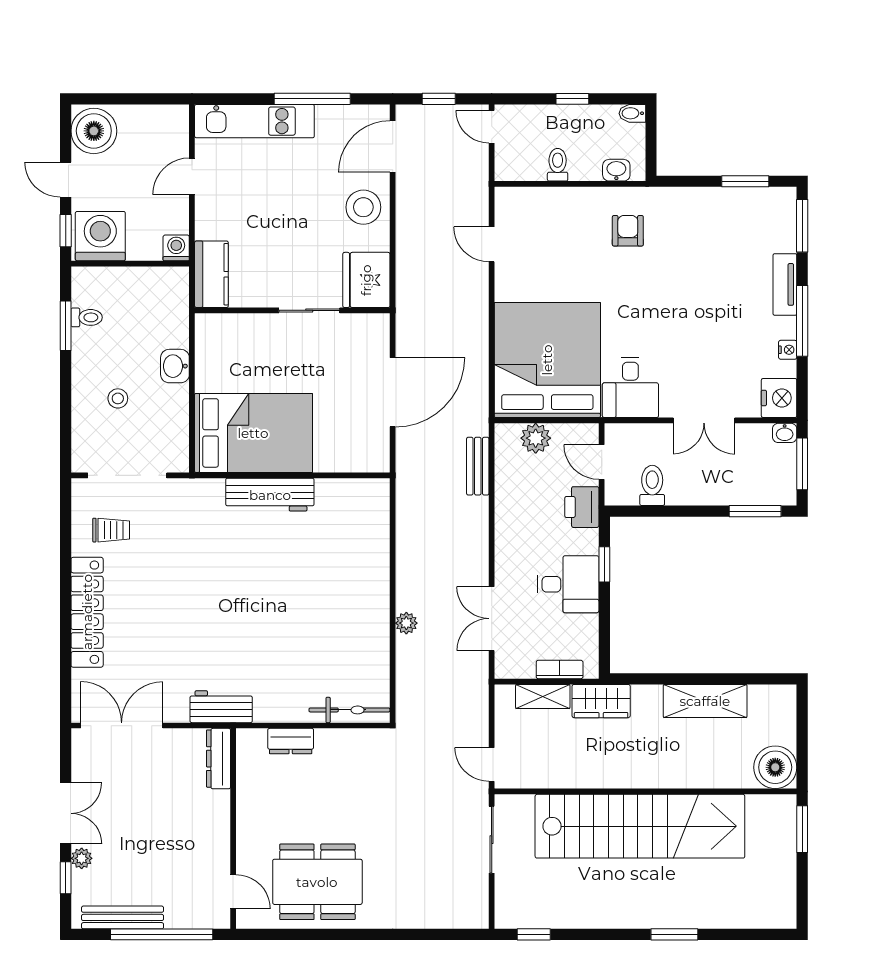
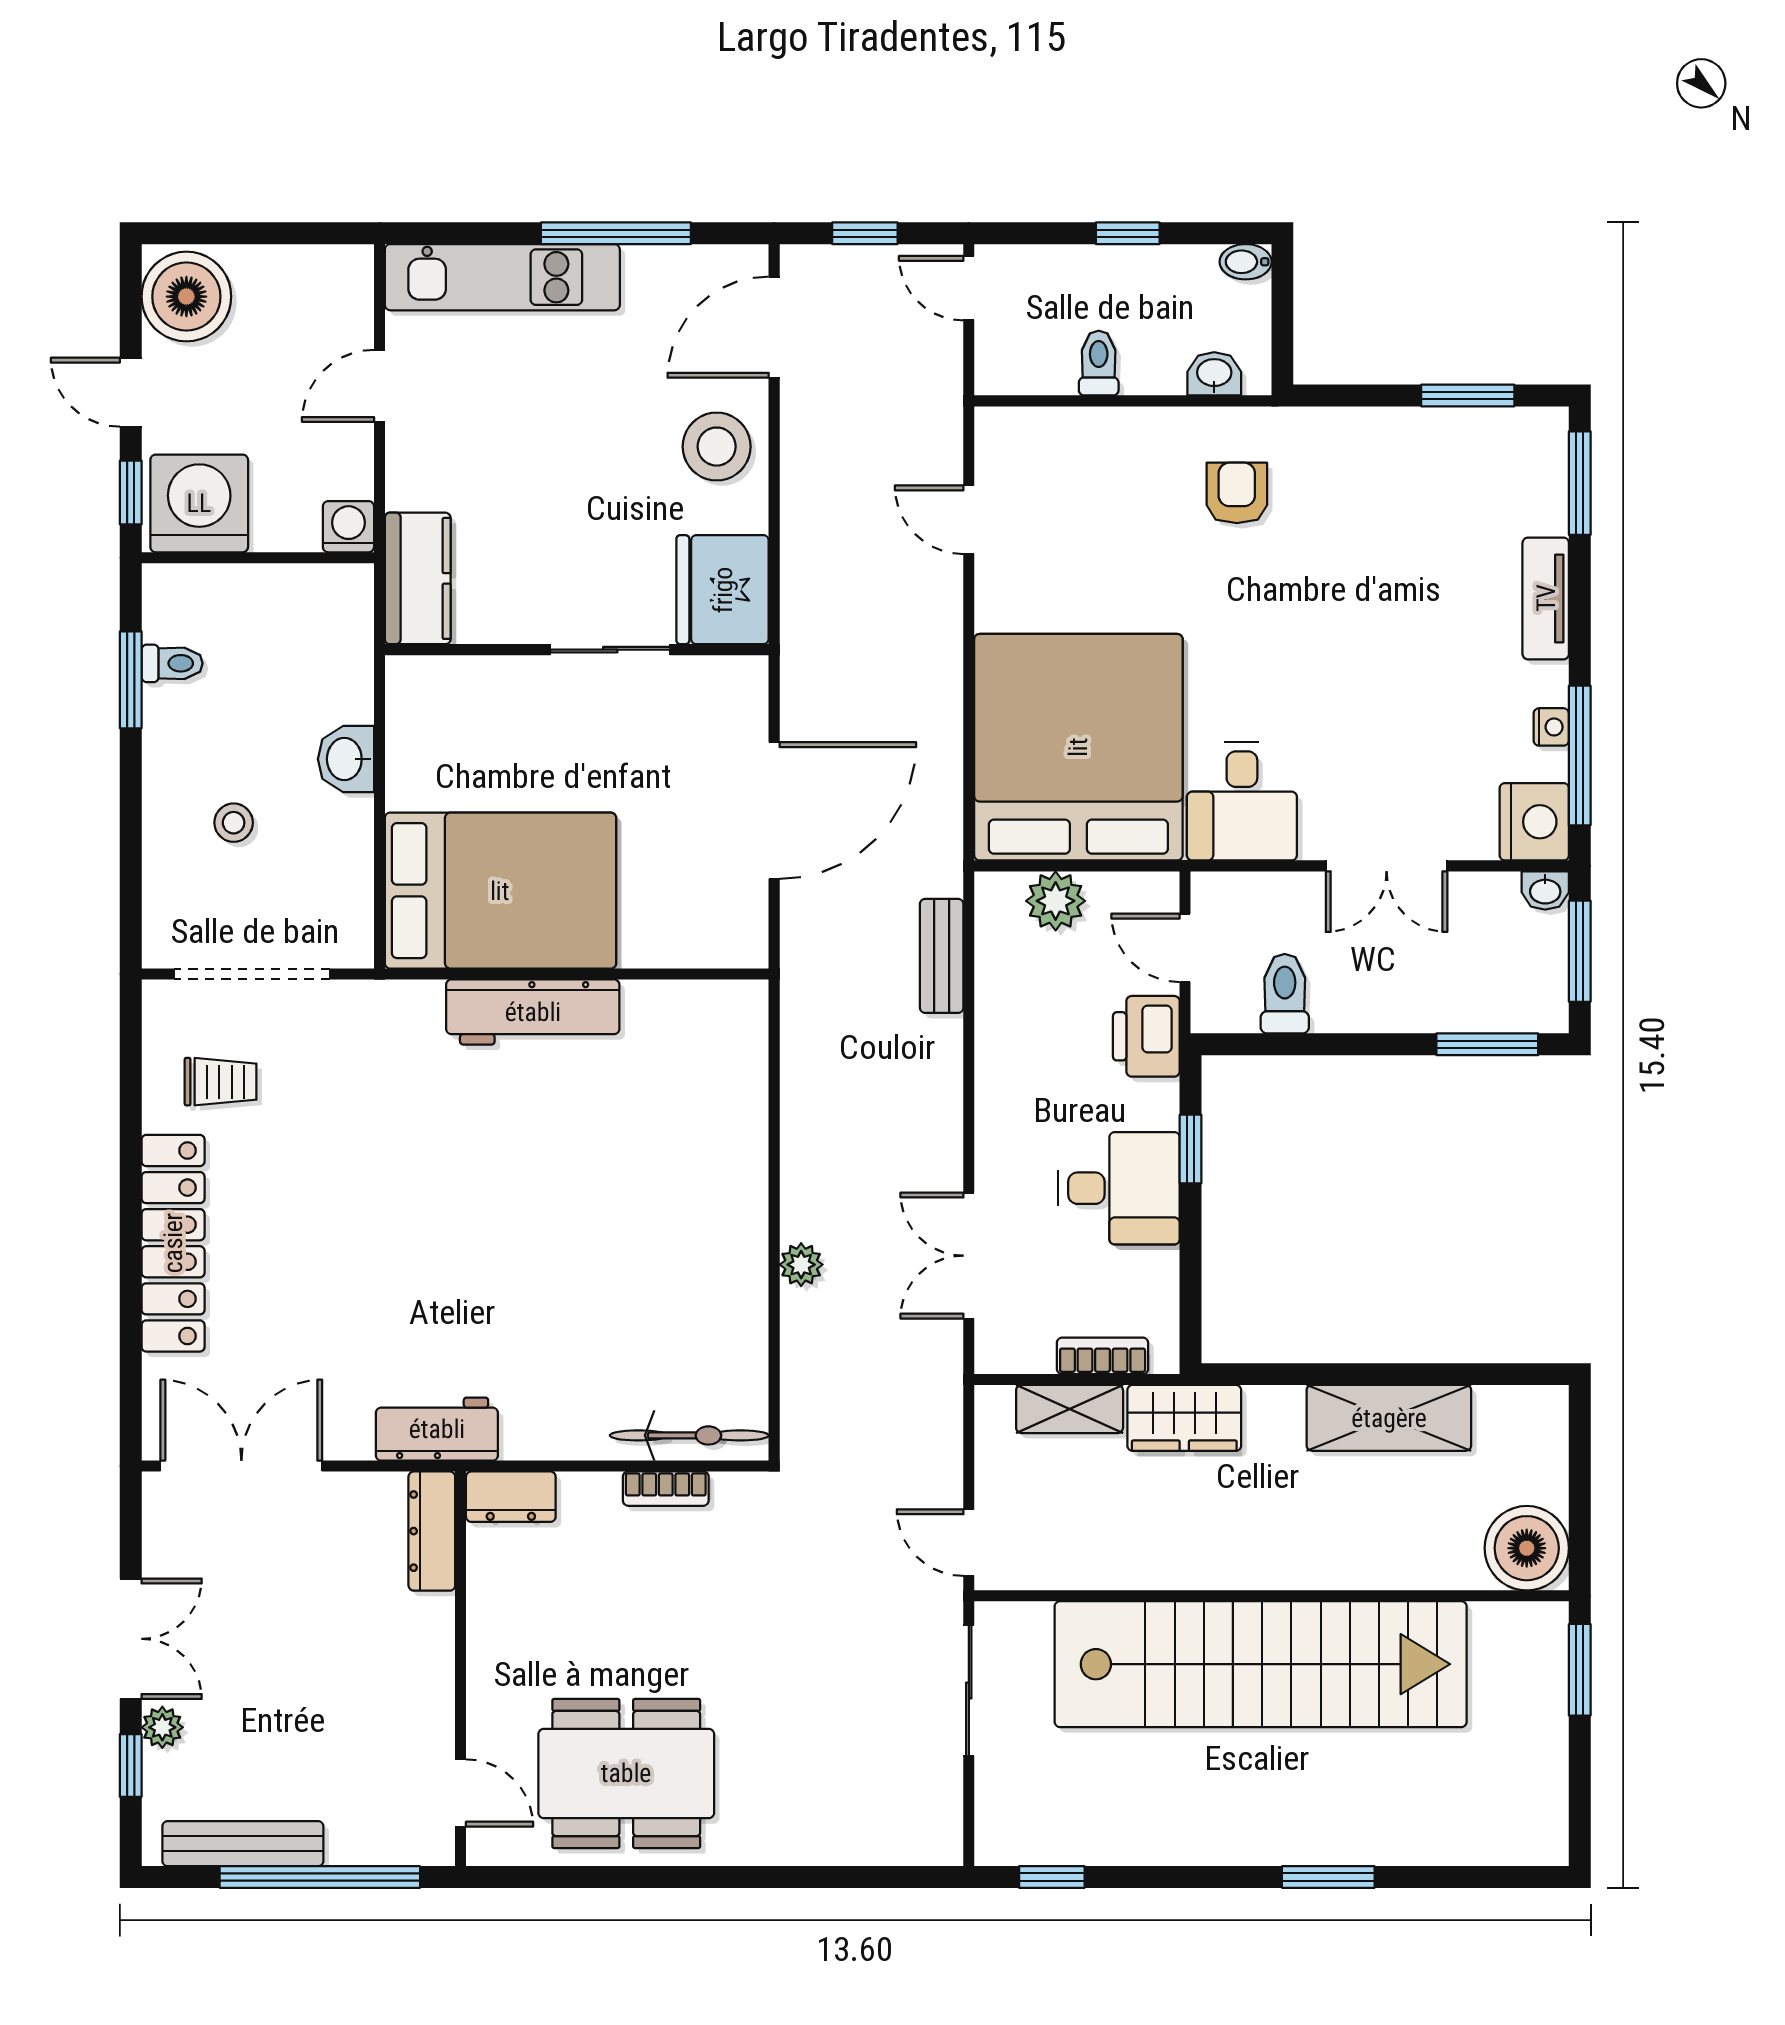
window: (802, 321) -> (1580, 756), moved
bookcase: (338, 737) -> (666, 1489), added
dresser: (291, 741) -> (511, 1497), moved

